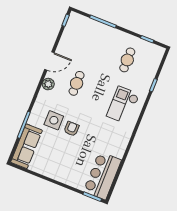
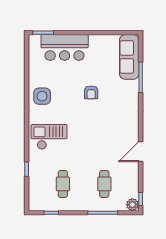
cafe table: (77, 83) -> (104, 184), moved
plant: (48, 84) -> (132, 205), moved
checkout: (123, 105) -> (49, 137), turned -90
side table: (54, 120) -> (42, 96), moved
bar counter: (102, 176) -> (65, 47), moved, turned 90

